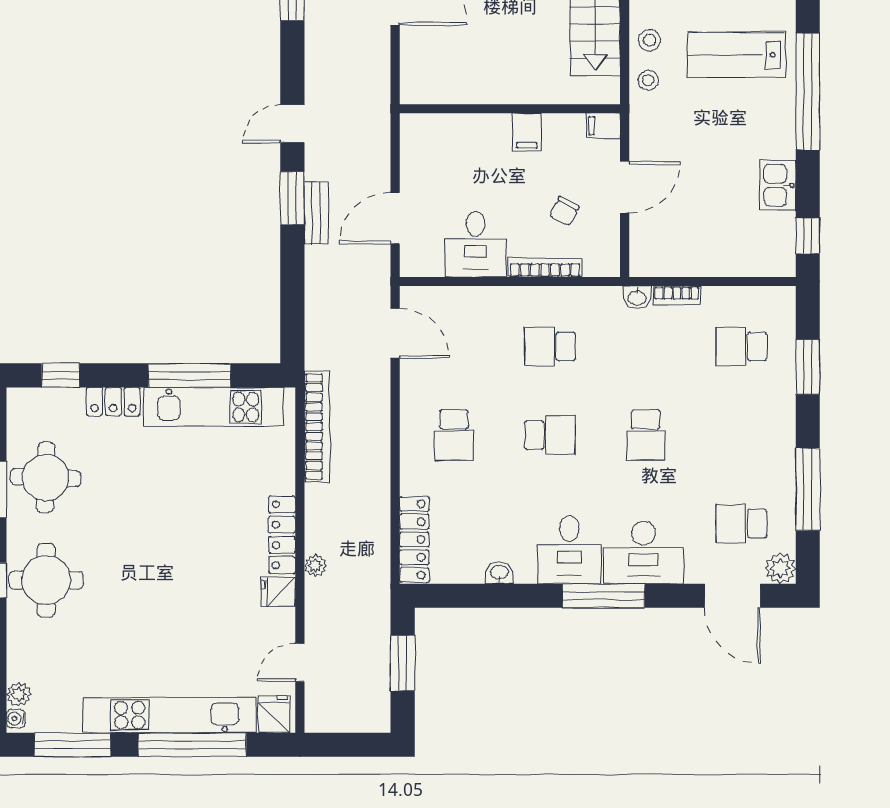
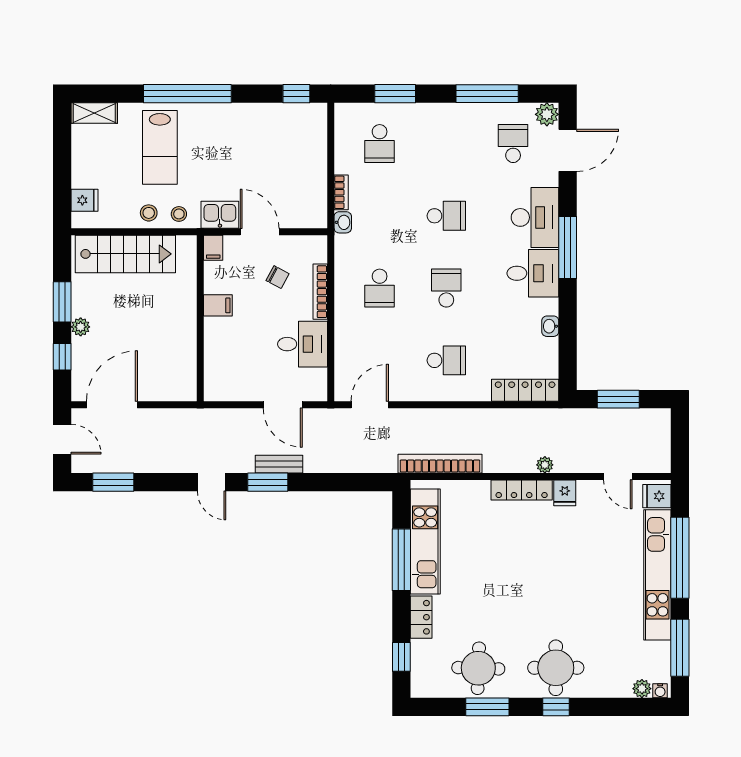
kitchen sink: (778, 185) -> (220, 215), moved, turned 180
school desk: (742, 523) -> (513, 144), turned 180

